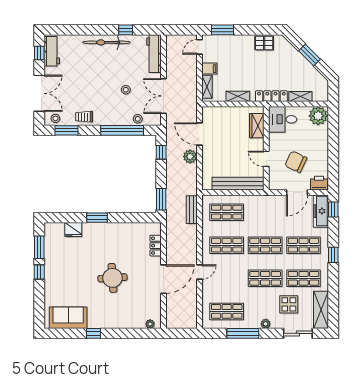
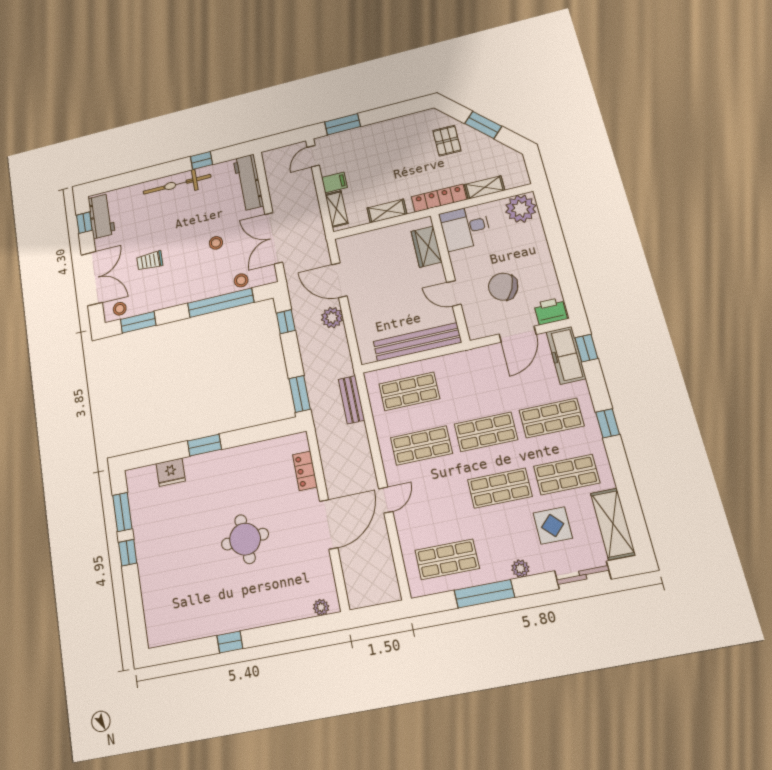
pallet: (264, 43) -> (447, 141), moved, turned 90
trolley: (84, 117) -> (150, 261), moved
sofa: (68, 318) -> (184, 622), removed

